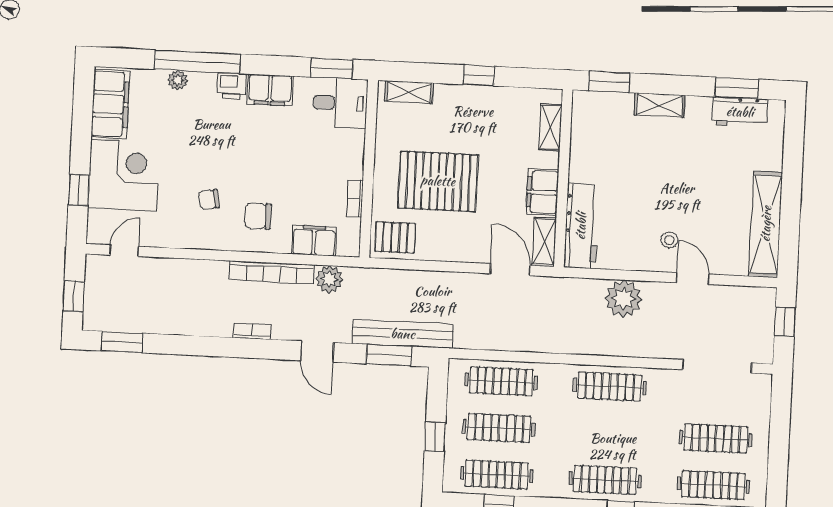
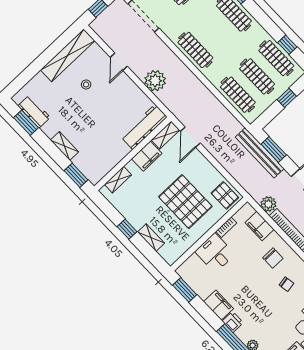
shelving: (409, 92) -> (151, 238), moved
desk: (340, 103) -> (215, 253), moved
stool: (669, 240) -> (86, 85), moved

